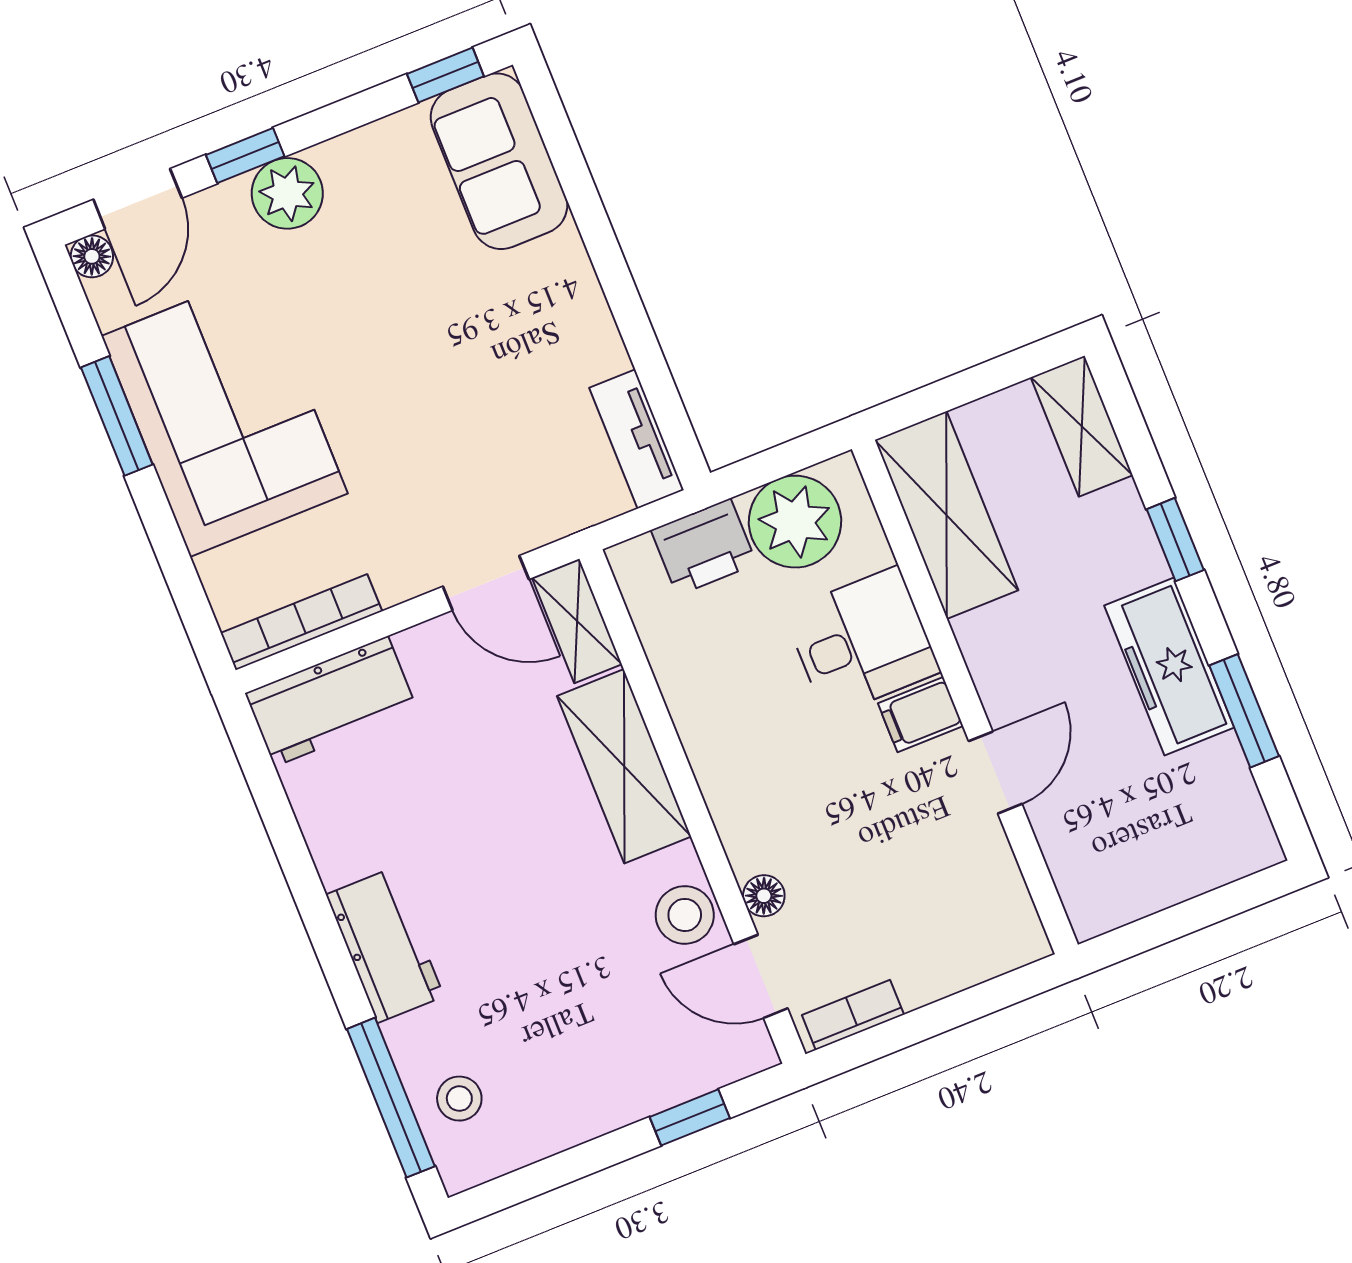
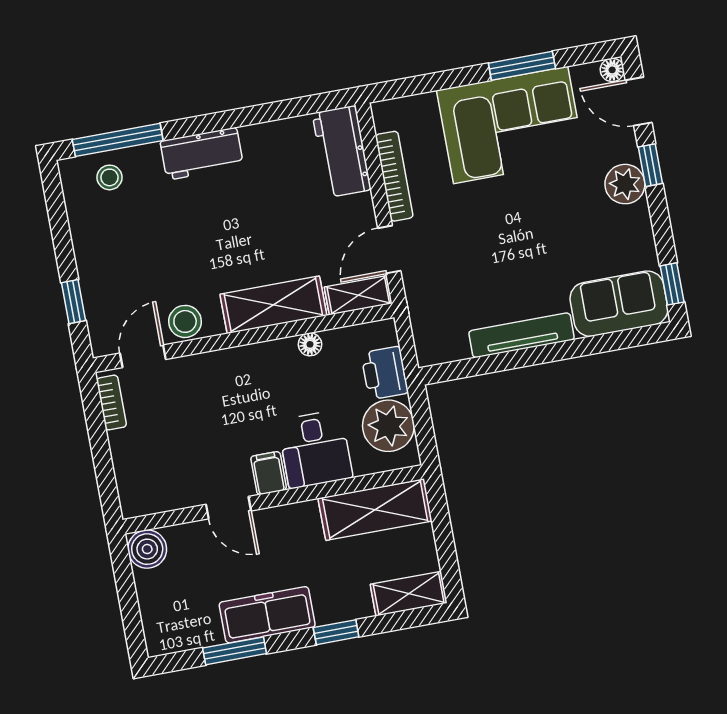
tv unit: (636, 439) -> (521, 335), moved, width x1.41
bookcase: (301, 622) -> (394, 176), moved
floor lamp: (764, 896) -> (310, 344), moved
boiler: (1097, 900) -> (147, 549), added

